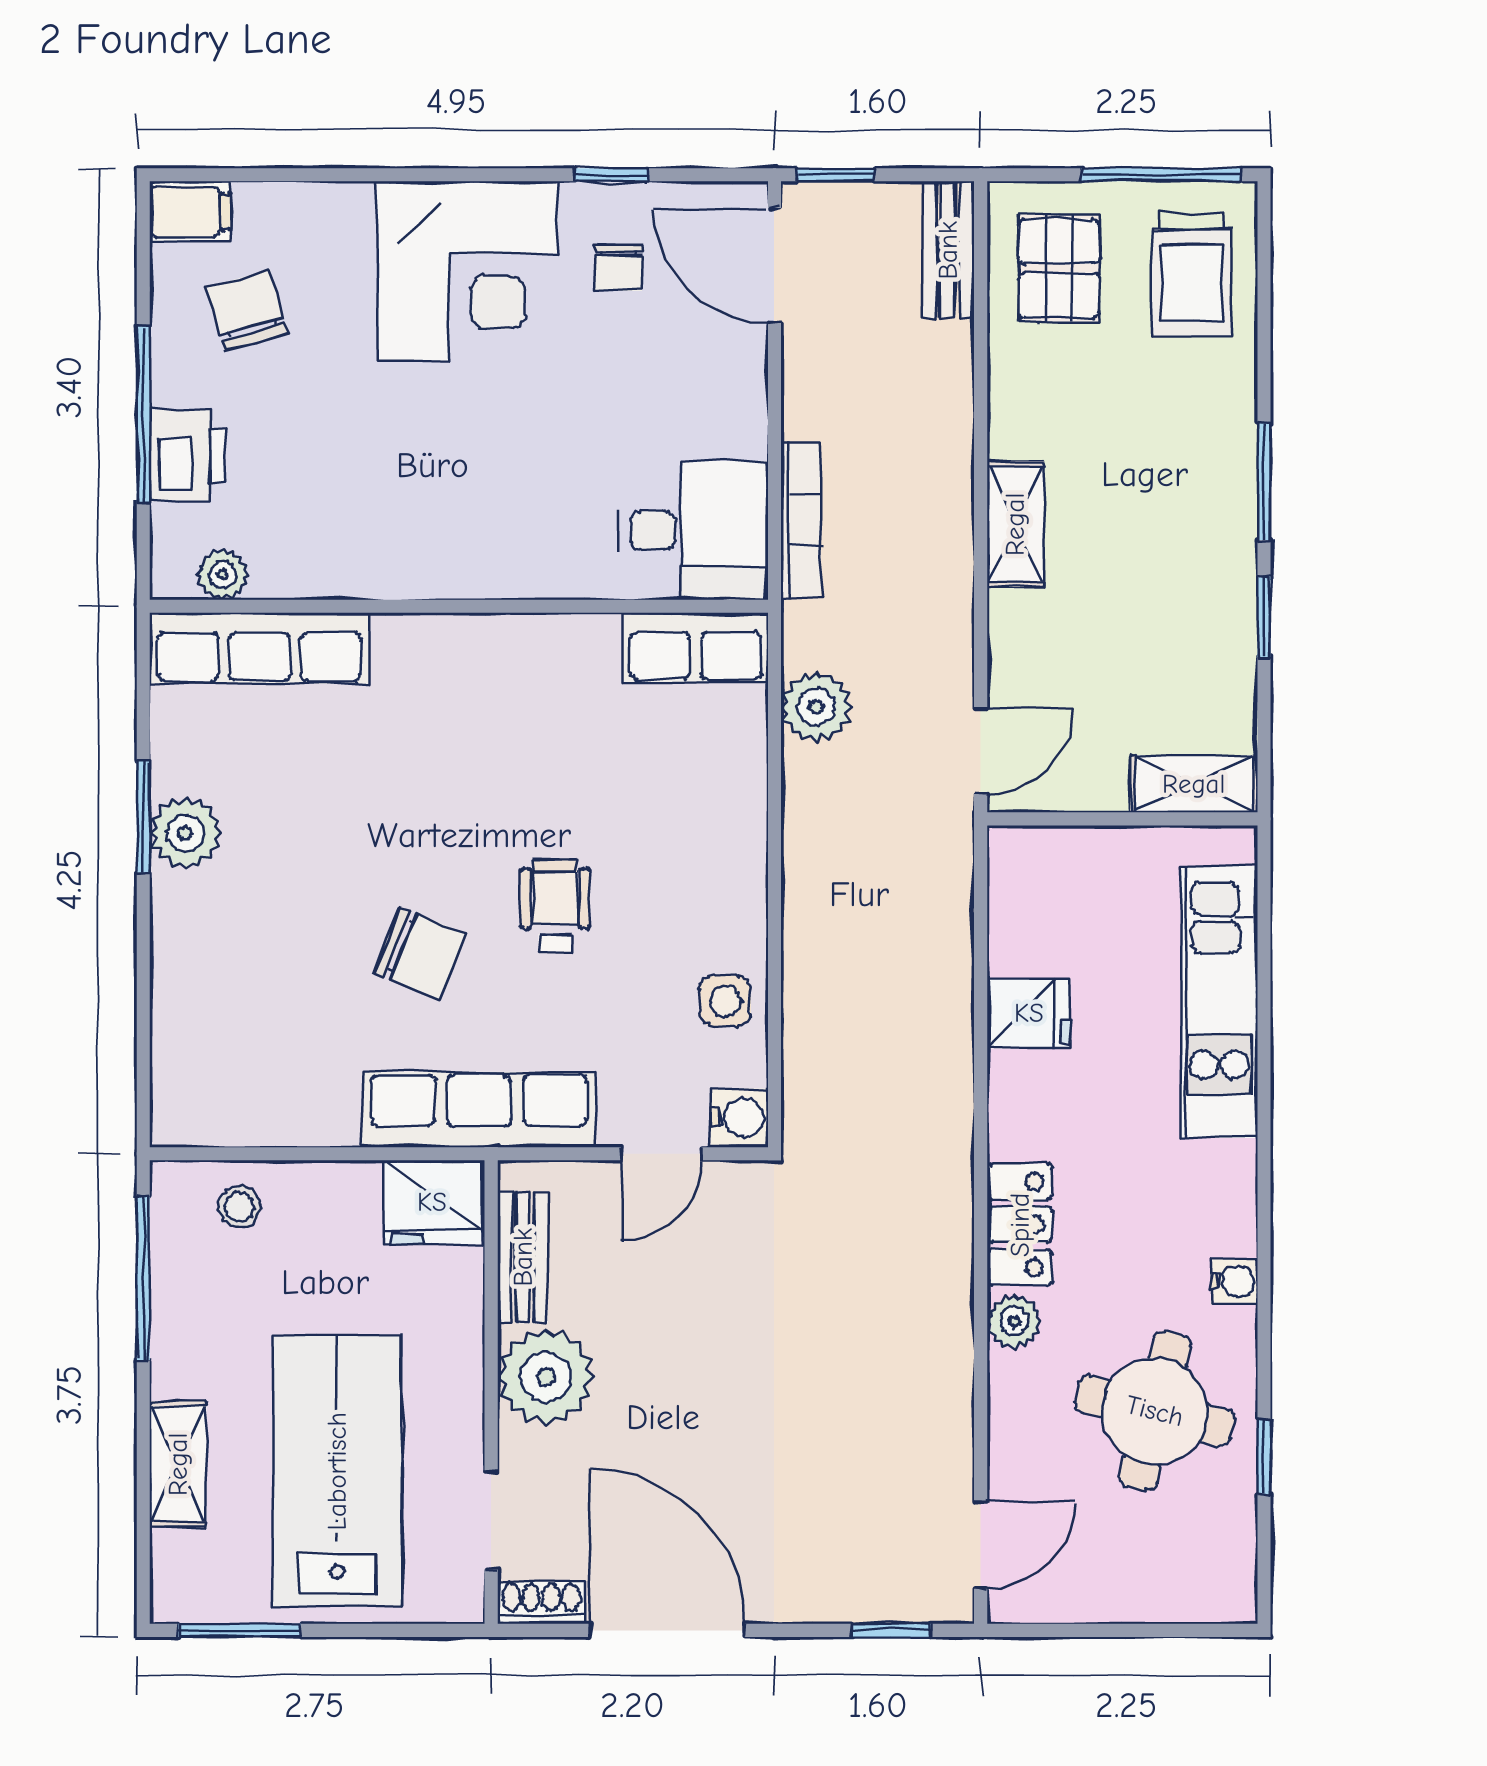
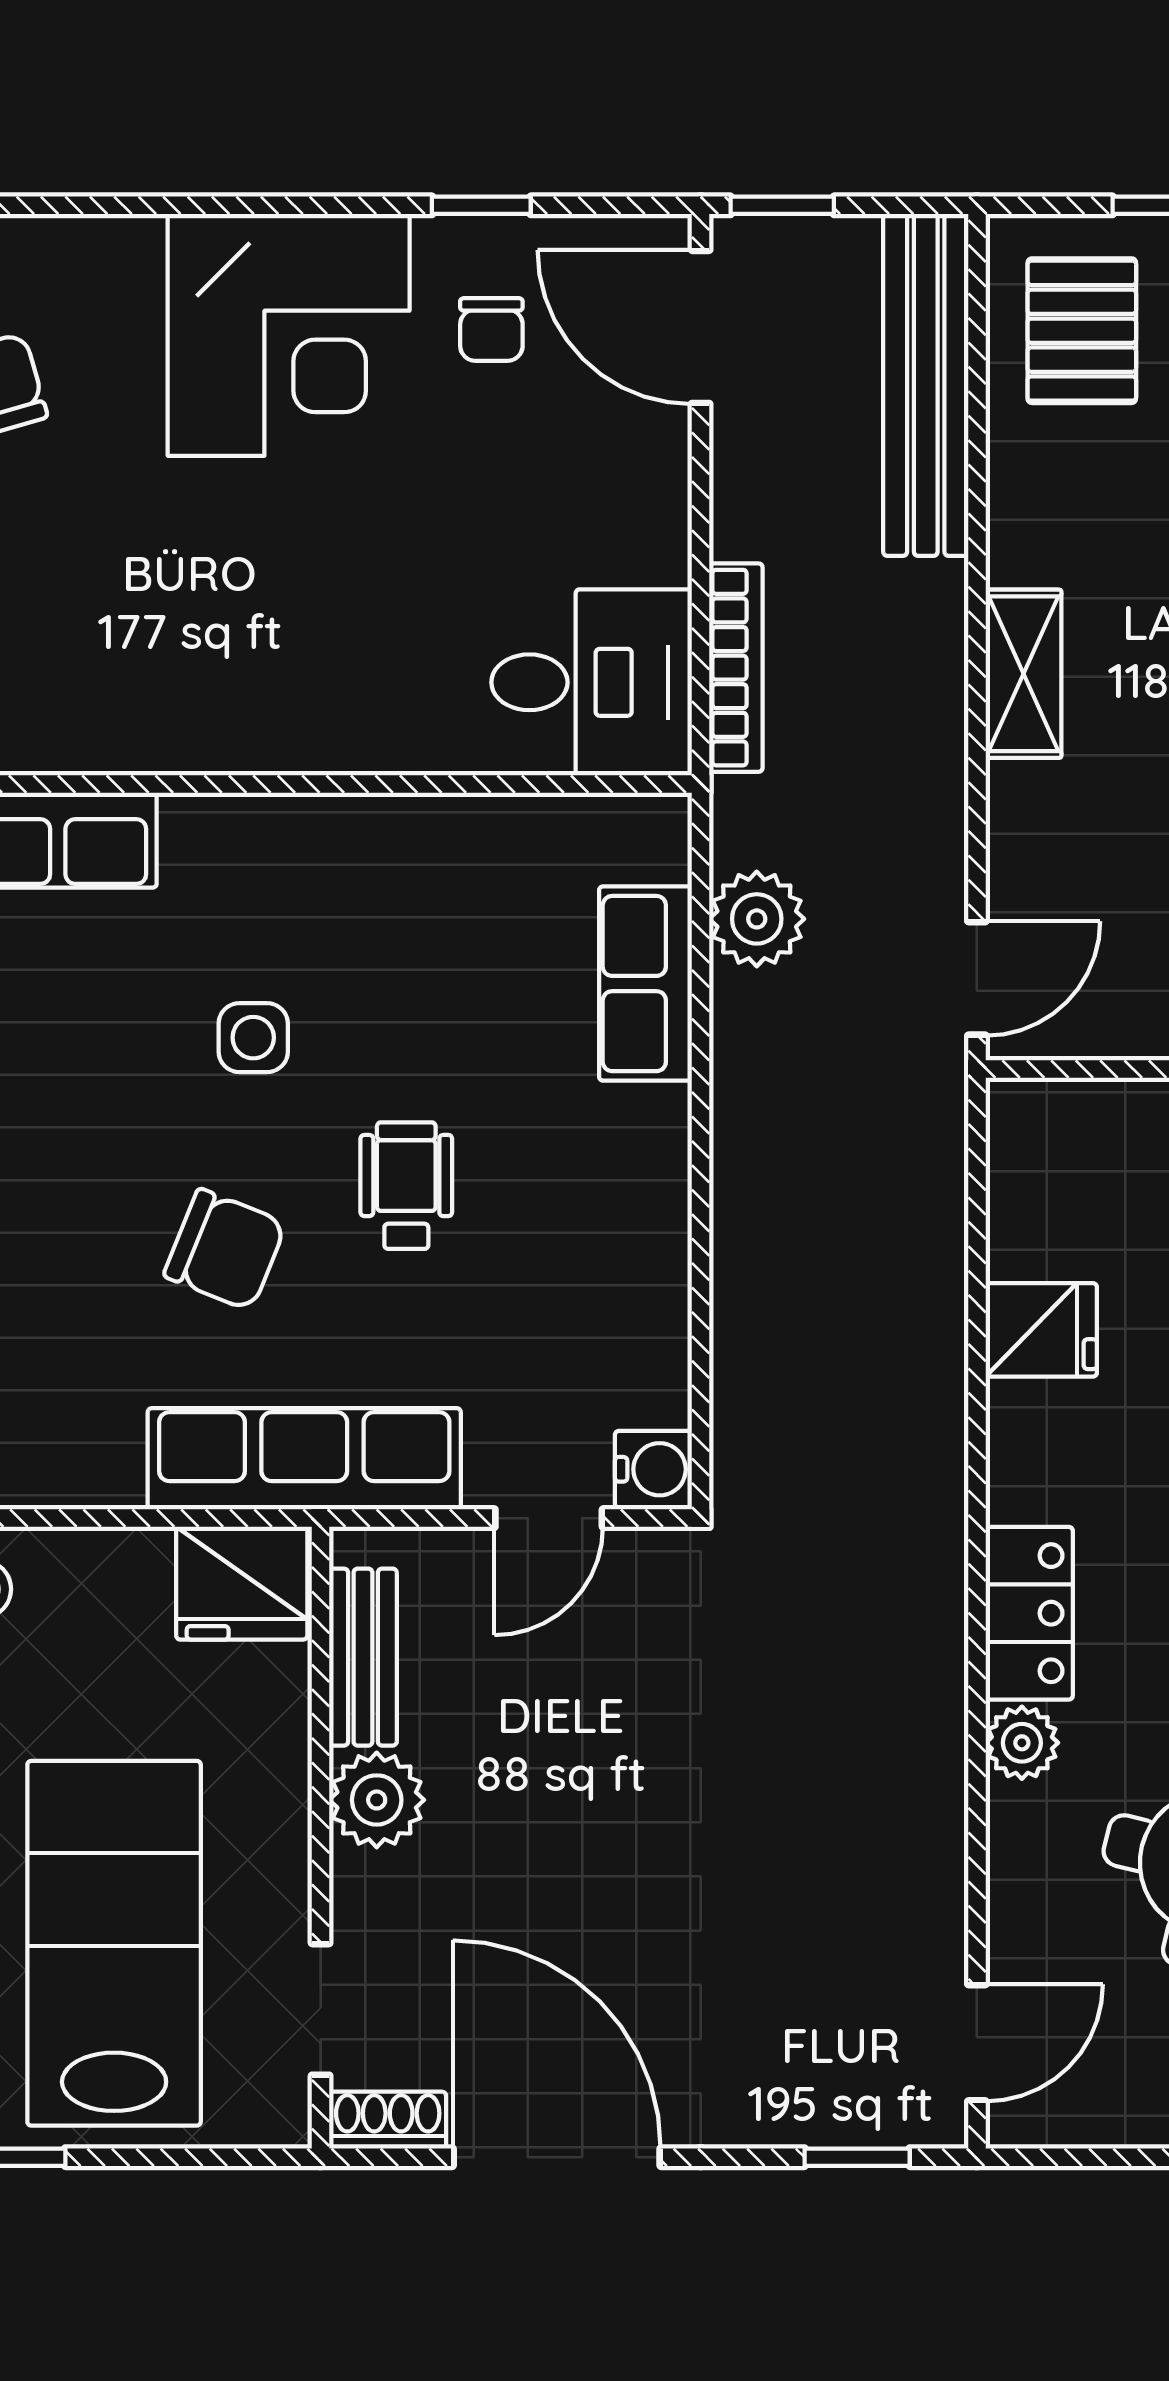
bench: (948, 250) -> (926, 385), width x1.86, depth x1.21
row of seats: (696, 647) -> (645, 984), moved, turned 90
side table: (725, 1001) -> (253, 1038), moved
plant: (546, 1377) -> (377, 1800), width x0.73, depth x0.73

